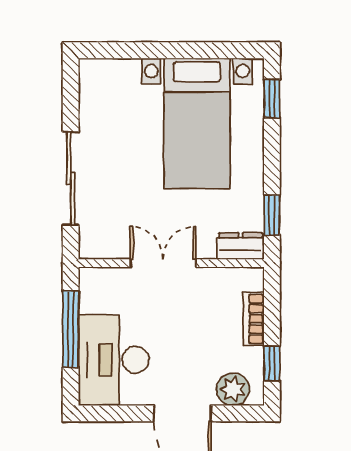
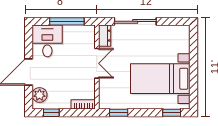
dresser: (241, 246) -> (105, 36), moved
bookcase: (254, 319) -> (83, 104), moved
desk: (114, 360) -> (47, 41), width x0.73

